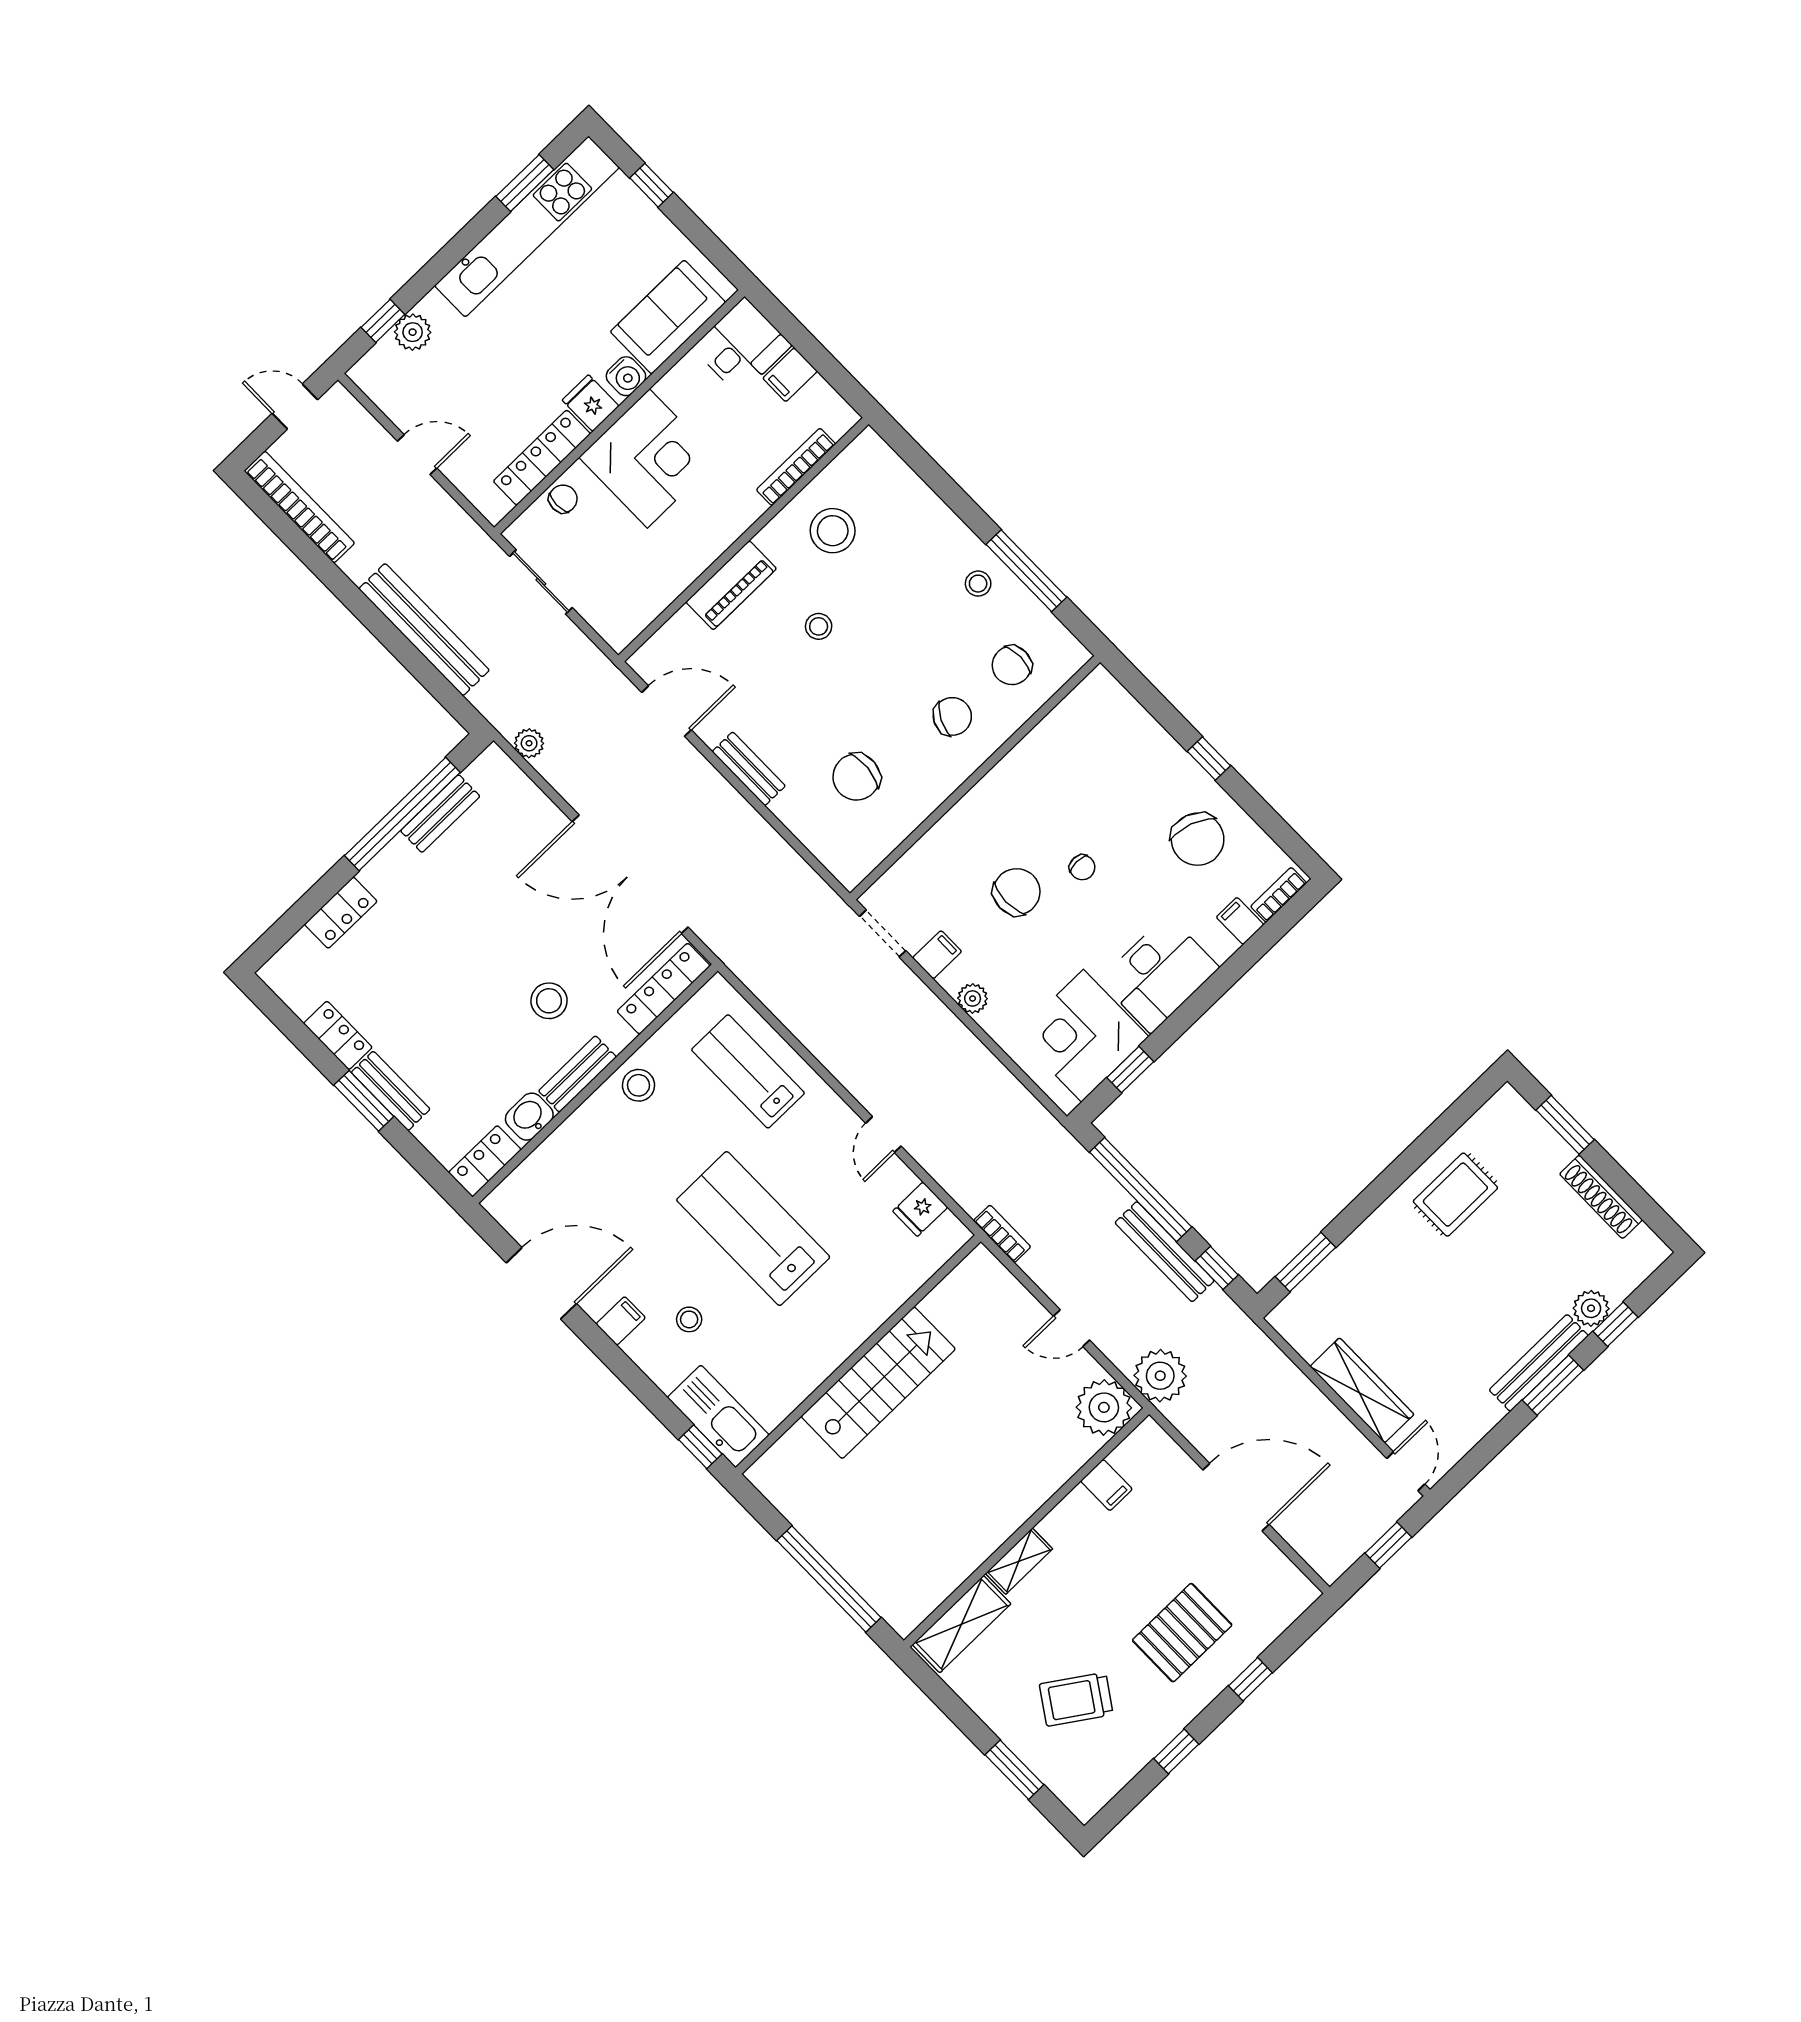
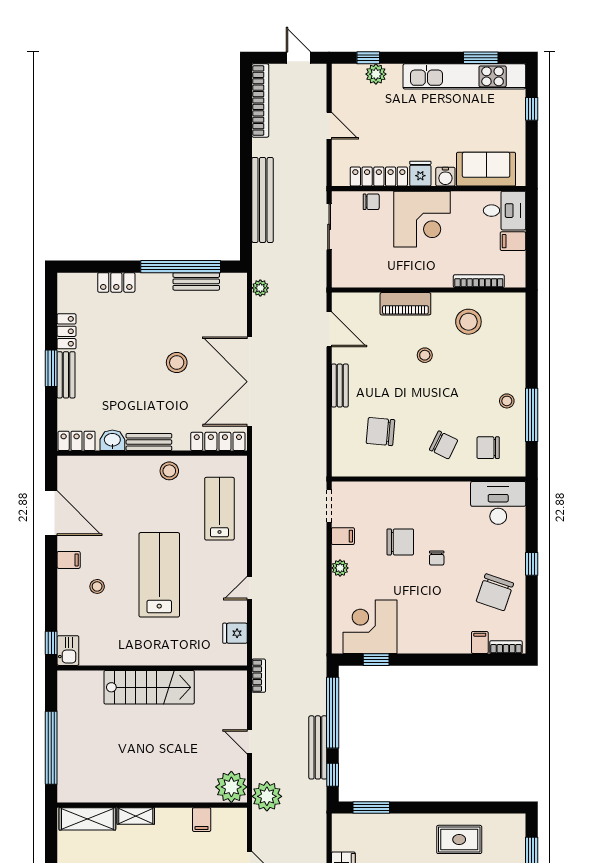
desk: (1159, 974) -> (498, 503), moved, turned 180
stool: (549, 1001) -> (177, 363), moved
kitchen sink: (718, 1416) -> (68, 651), width x0.53, depth x0.81

